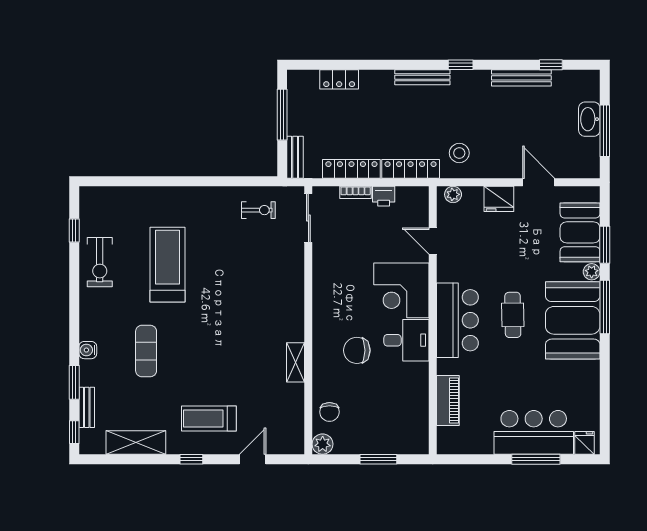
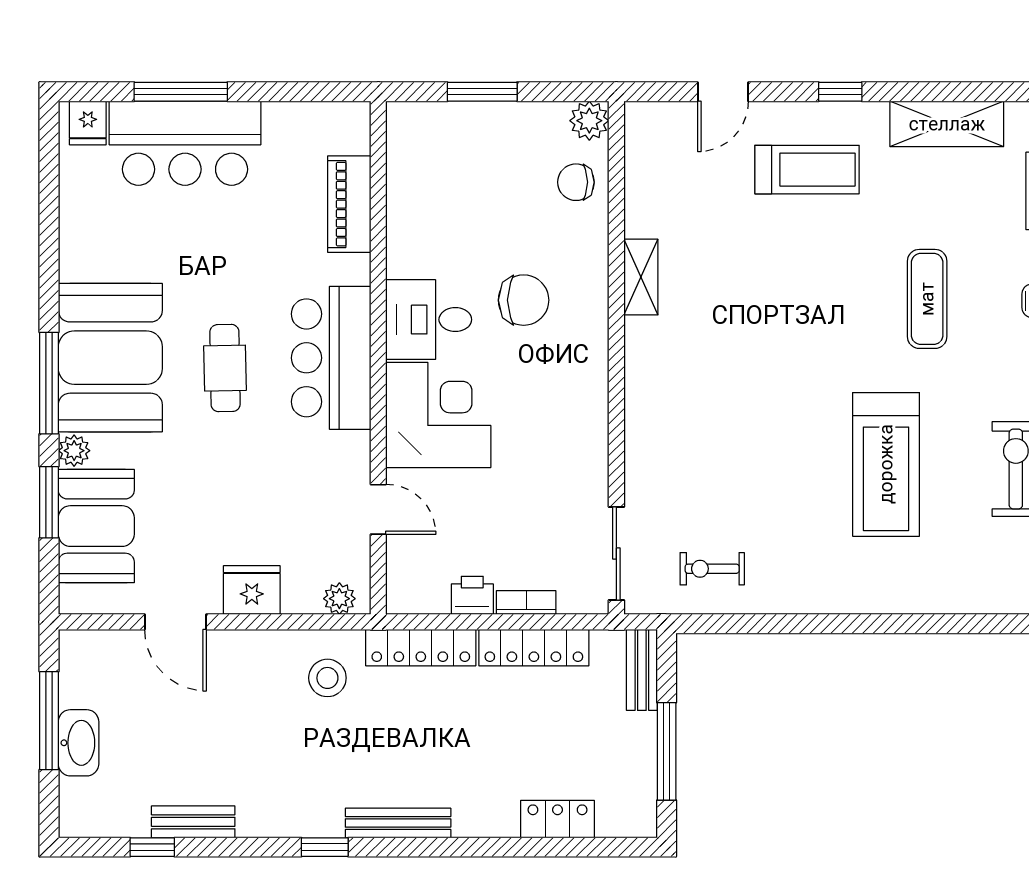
bench: (521, 78) -> (193, 822), width x0.73
chair: (329, 412) -> (576, 182), turned -90

